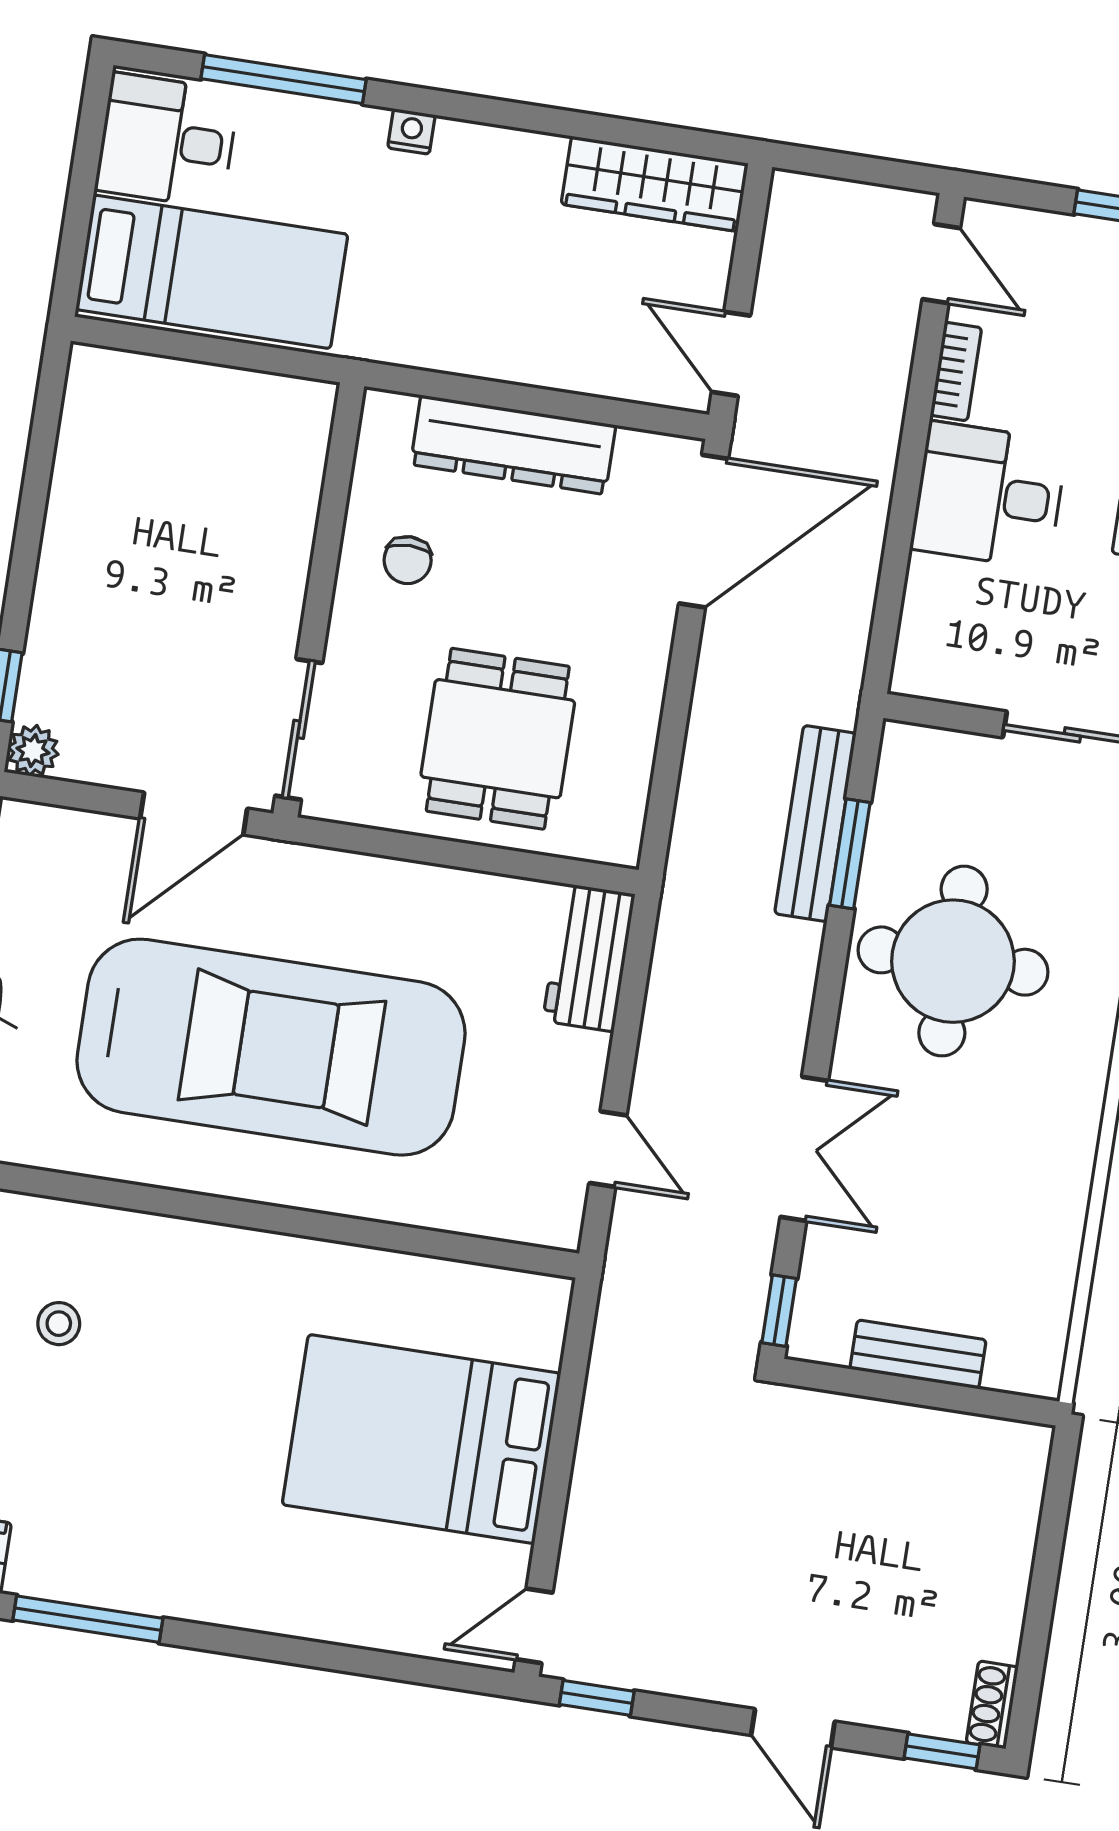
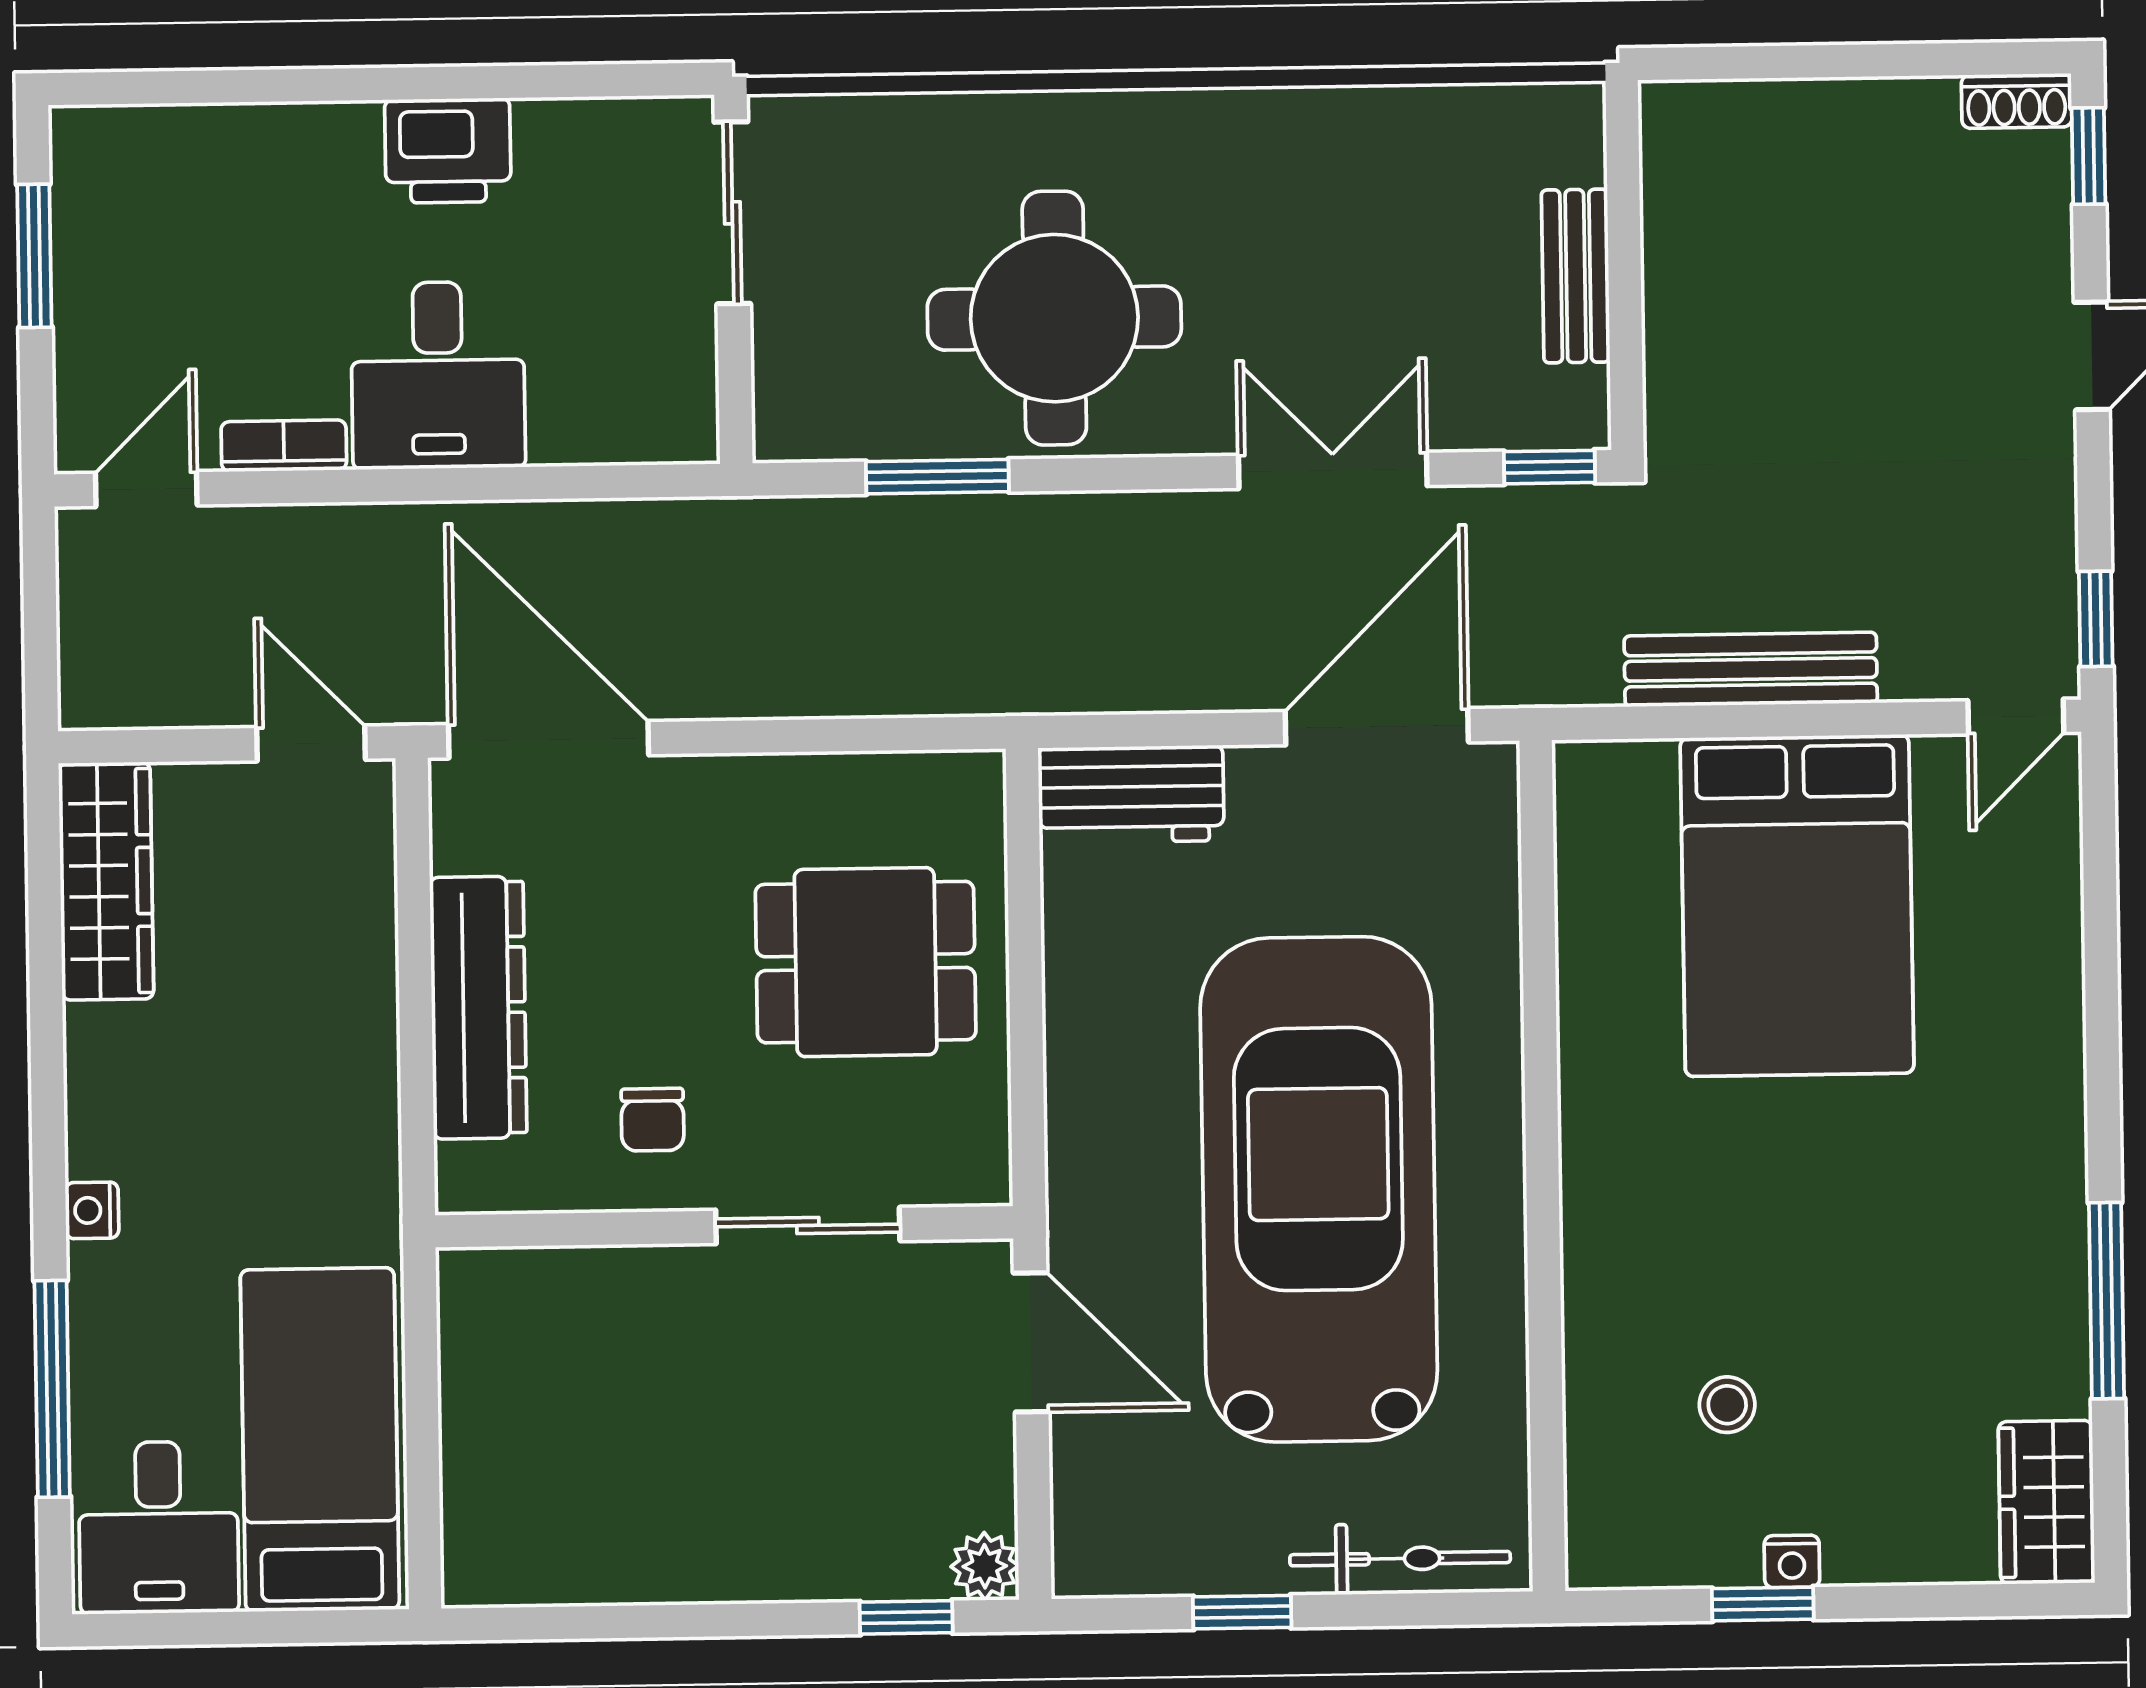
door: (731, 354) -> (311, 743), swing flipped
chair: (408, 560) -> (653, 1120), turned 90
sliding door: (299, 729) -> (808, 1225), moved
bench: (815, 823) -> (1751, 669), moved
door: (608, 1149) -> (1377, 727), width x1.87
door: (534, 1626) -> (2016, 717), hinge flipped

